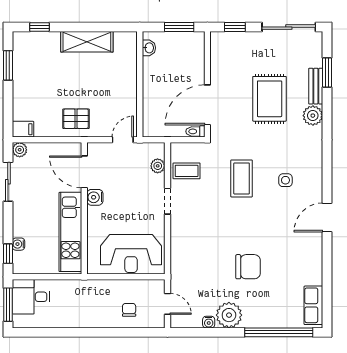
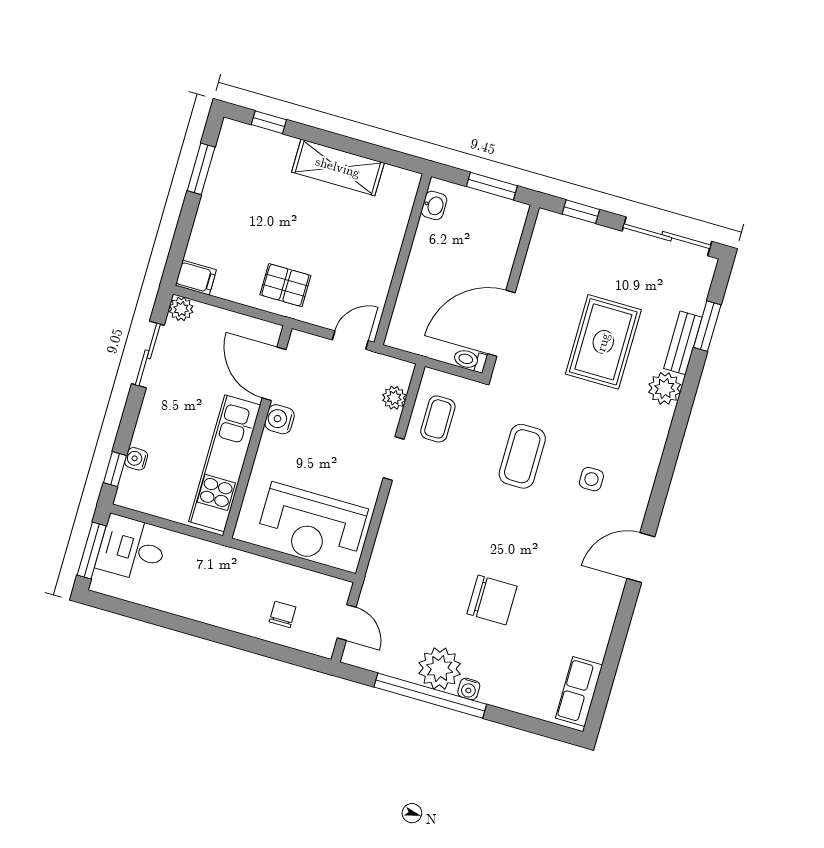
coffee table: (187, 171) -> (438, 419), turned 90
water cooler: (209, 322) -> (469, 689), moved
window: (279, 332) -> (430, 696), moved

